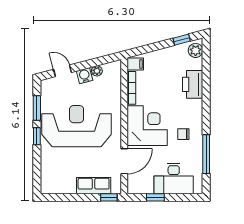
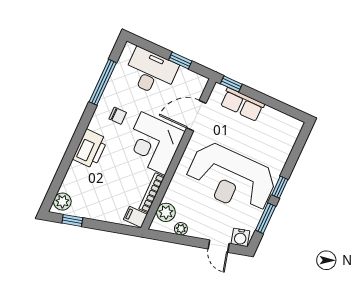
water cooler: (85, 76) -> (240, 237), moved
plant: (114, 78) -> (166, 212), added
printer: (193, 84) -> (90, 149), moved

